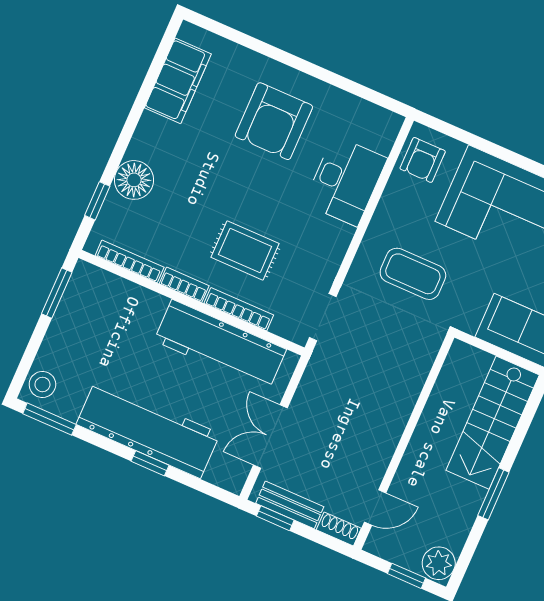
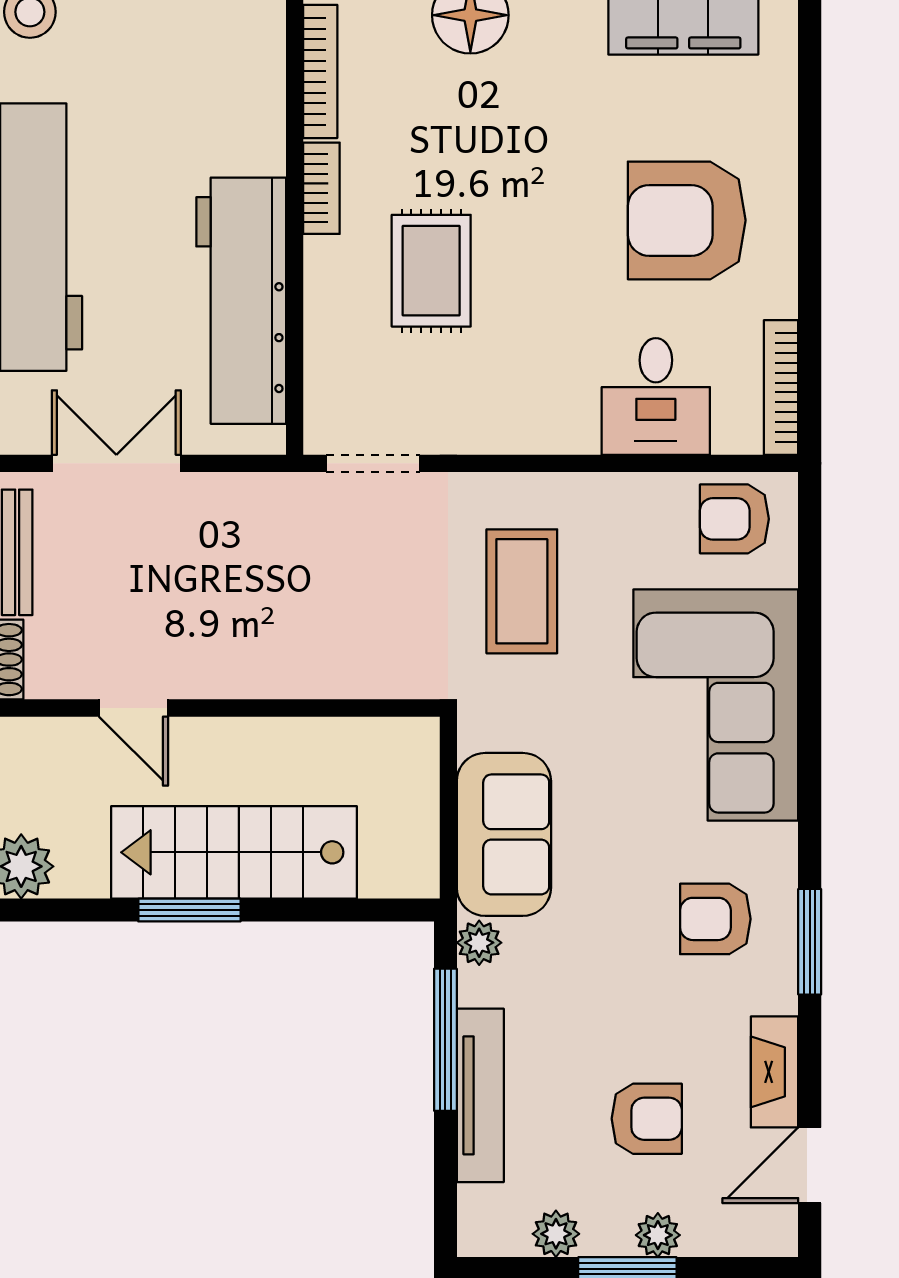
desk: (345, 181) -> (656, 396), width x0.73
bookcase: (239, 309) -> (781, 388), moved, turned 180
stairs: (493, 423) -> (234, 852), moved
door: (375, 507) -> (133, 708), moved

